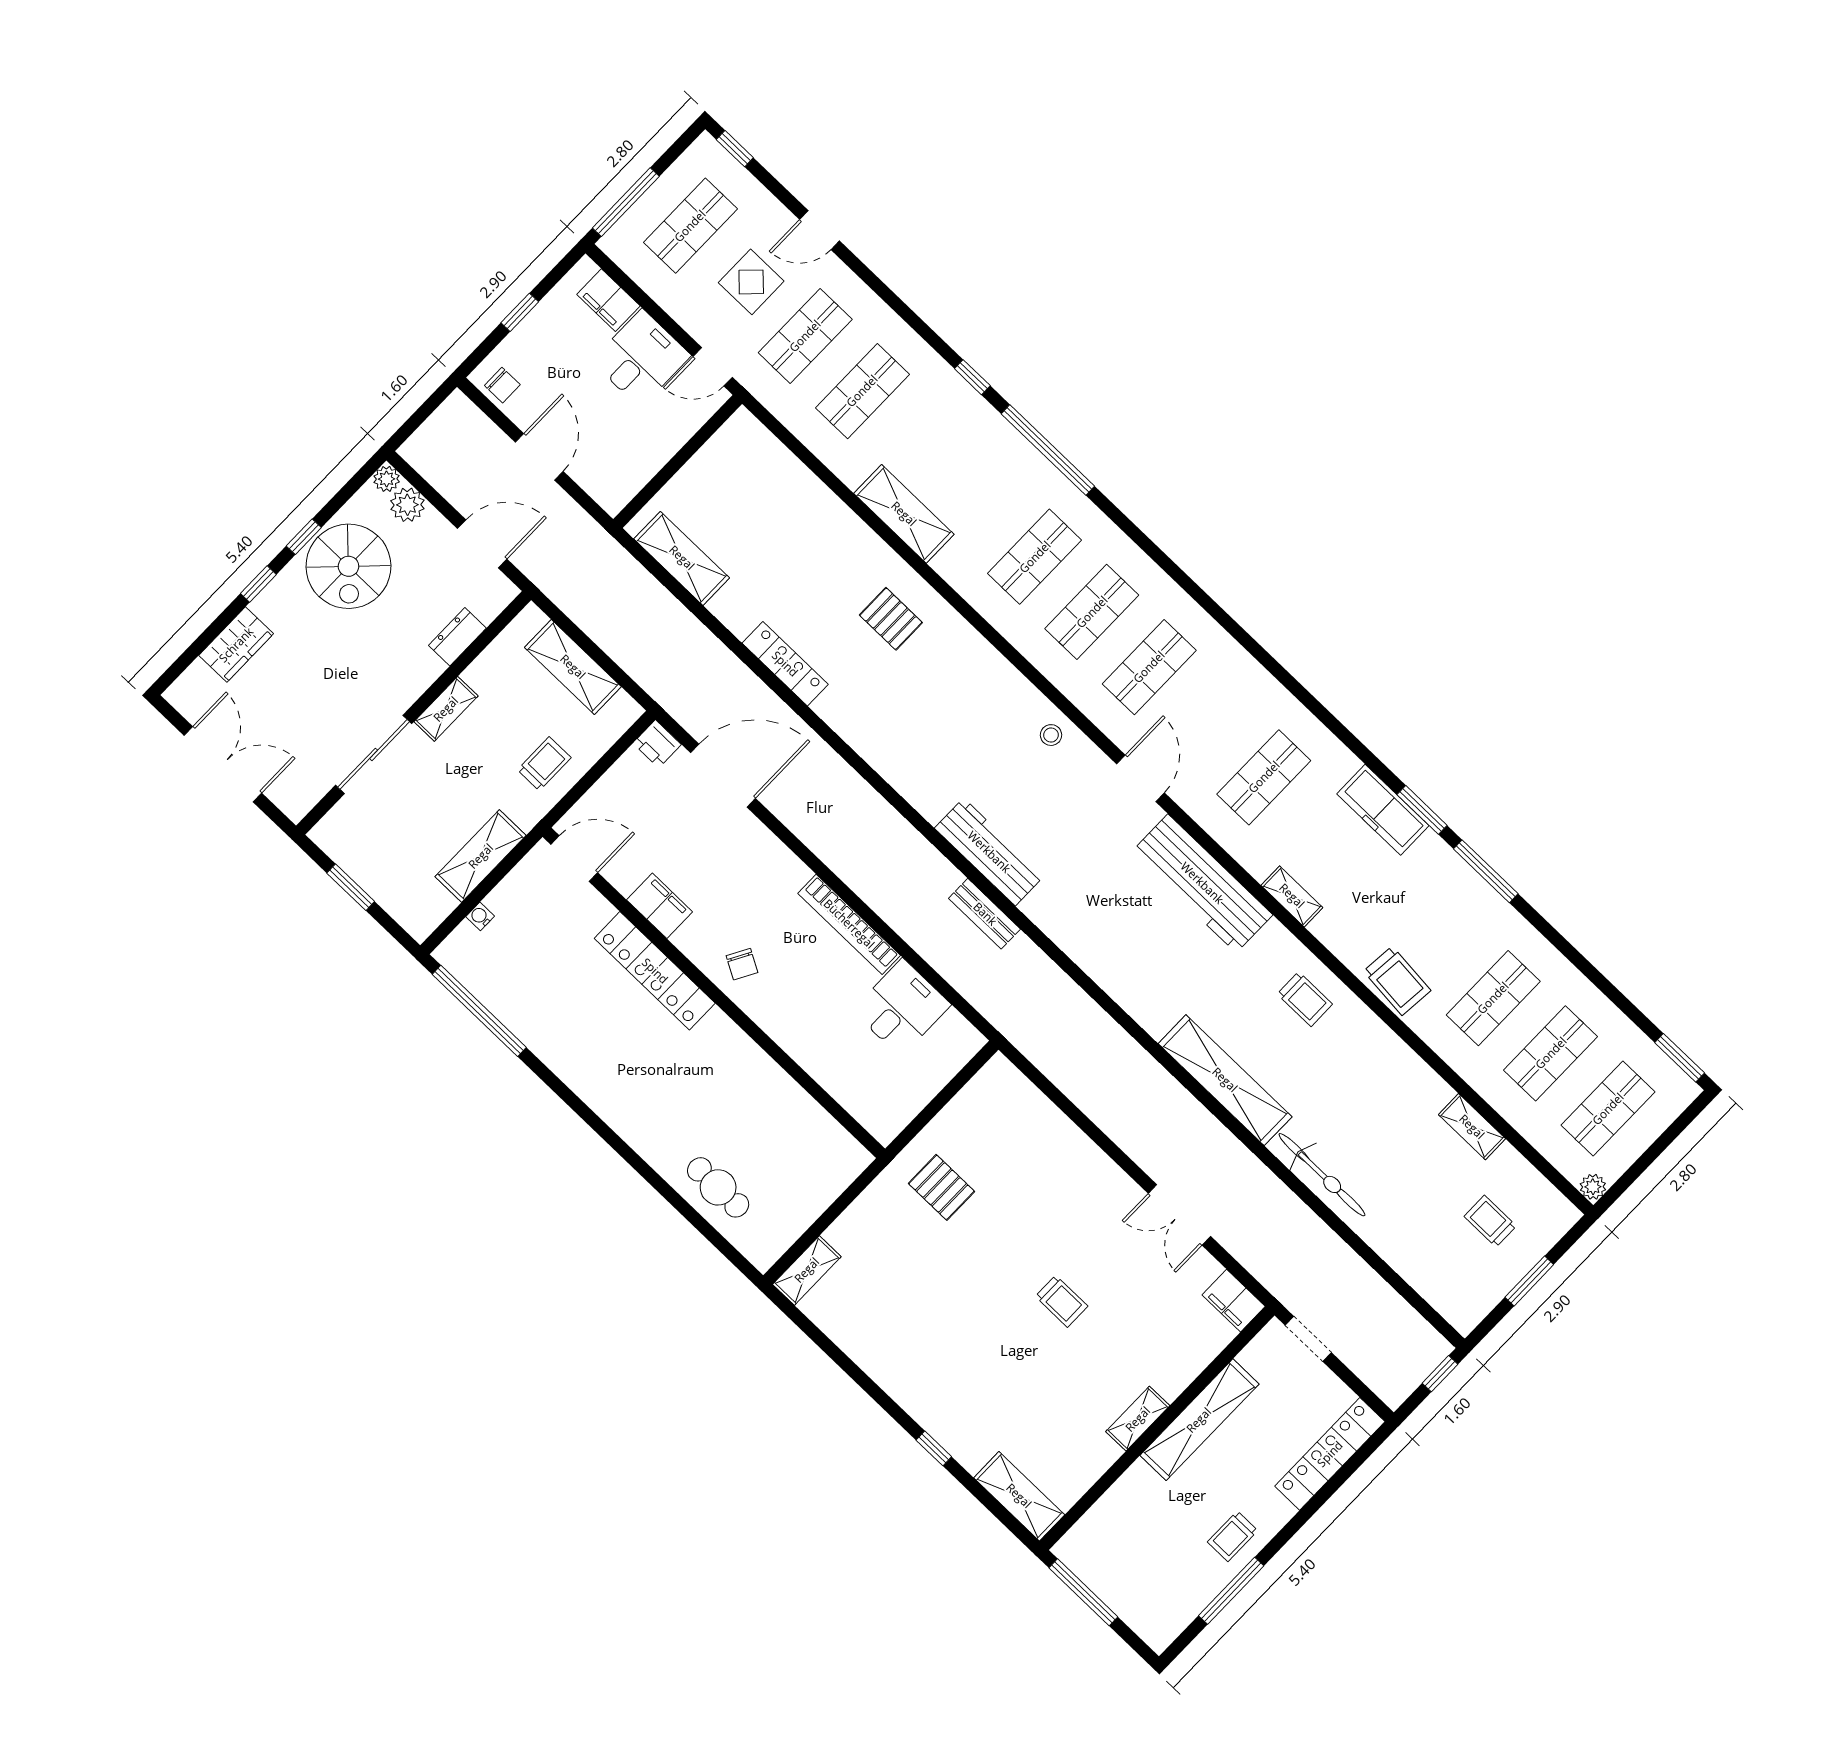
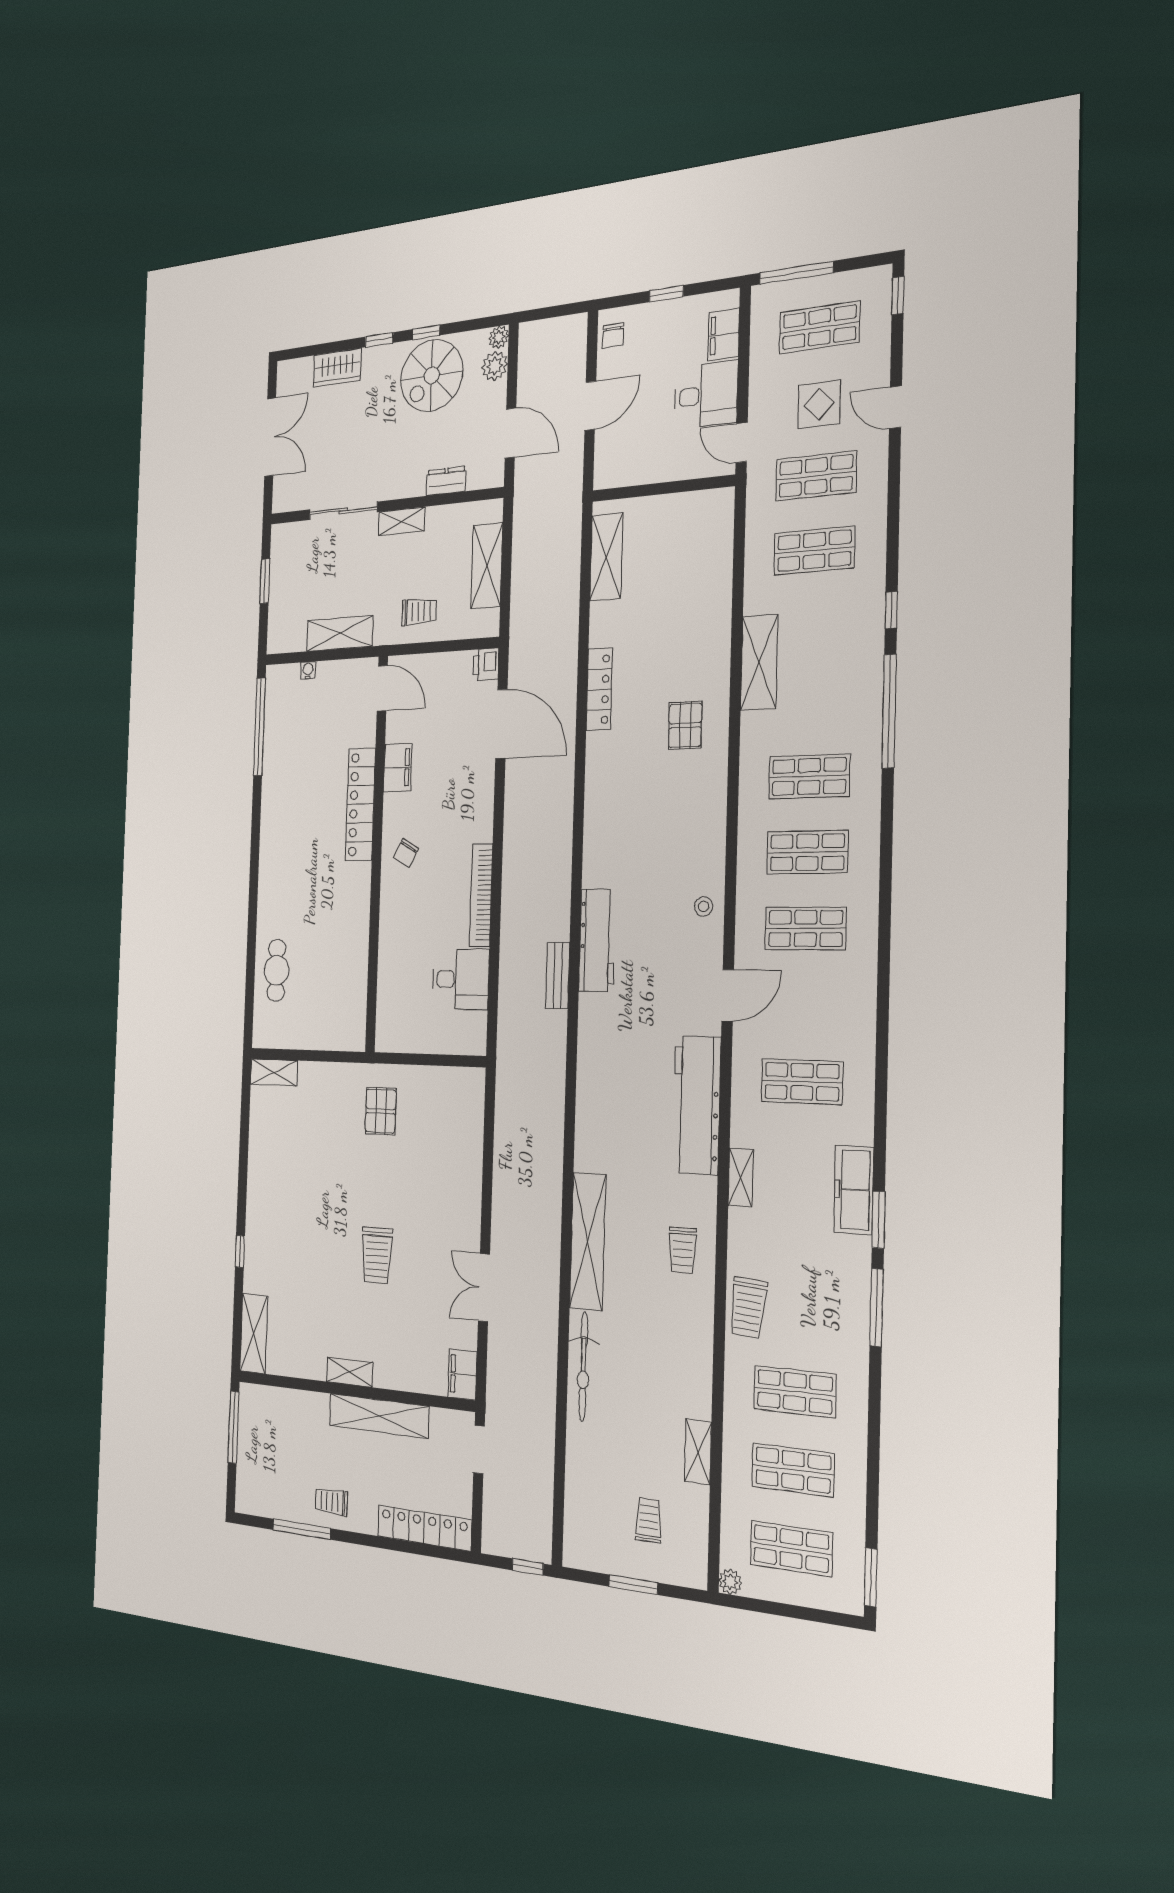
trolley: (1062, 1301) -> (377, 1255), width x1.36, depth x1.39

